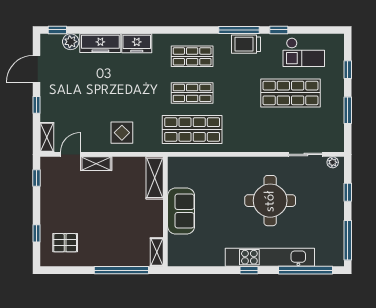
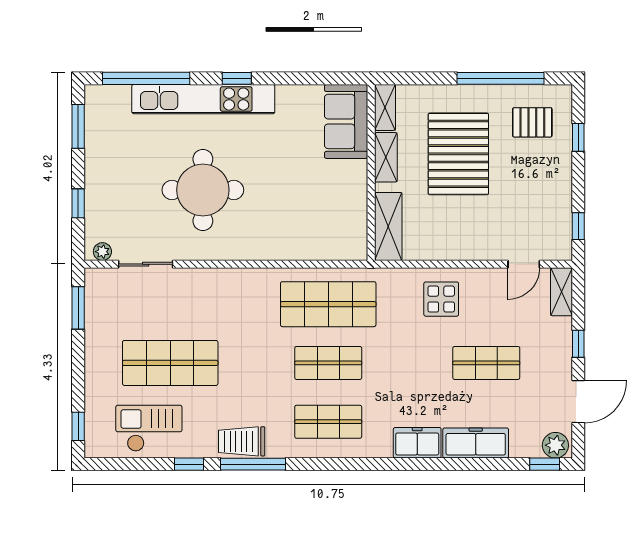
plant: (71, 42) -> (555, 445), moved
trolley: (246, 44) -> (242, 441), turned 180
window: (348, 70) -> (78, 426), moved
shop shelf: (94, 93) -> (486, 363), added
window: (348, 110) -> (78, 308), moved
shelving: (96, 164) -> (386, 157), moved, turned 90
sofa: (181, 211) -> (346, 121), moved
pallet: (111, 223) -> (458, 154), added
window: (348, 240) -> (78, 126), width x0.69
window: (121, 270) -> (500, 78), moved

